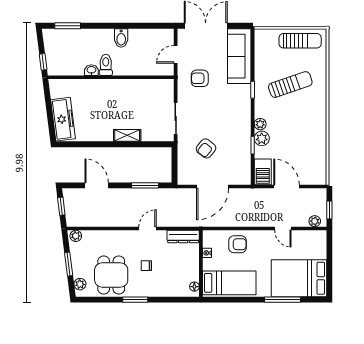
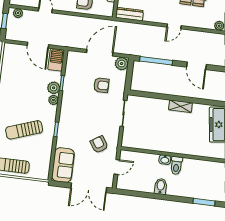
sofa: (239, 56) -> (63, 165), width x0.73
washbasin: (91, 70) -> (165, 160), moved
armchair: (200, 78) -> (99, 144), turned -123
shelving: (127, 135) -> (180, 106), moved
armchair: (206, 148) -> (101, 85), turned 51
plant: (185, 177) -> (122, 64), added
window: (145, 185) -> (156, 61), width x1.44
door: (148, 228) -> (174, 26), moved

